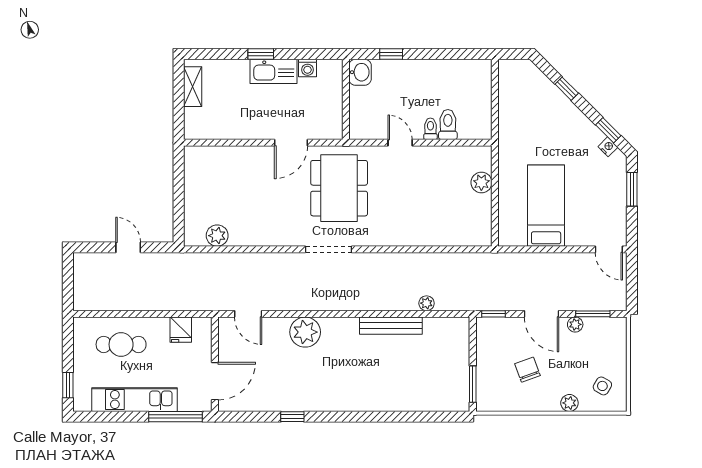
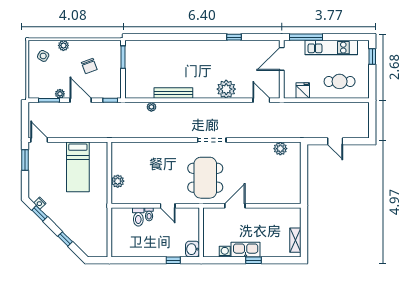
window: (632, 189) -> (25, 160), moved

